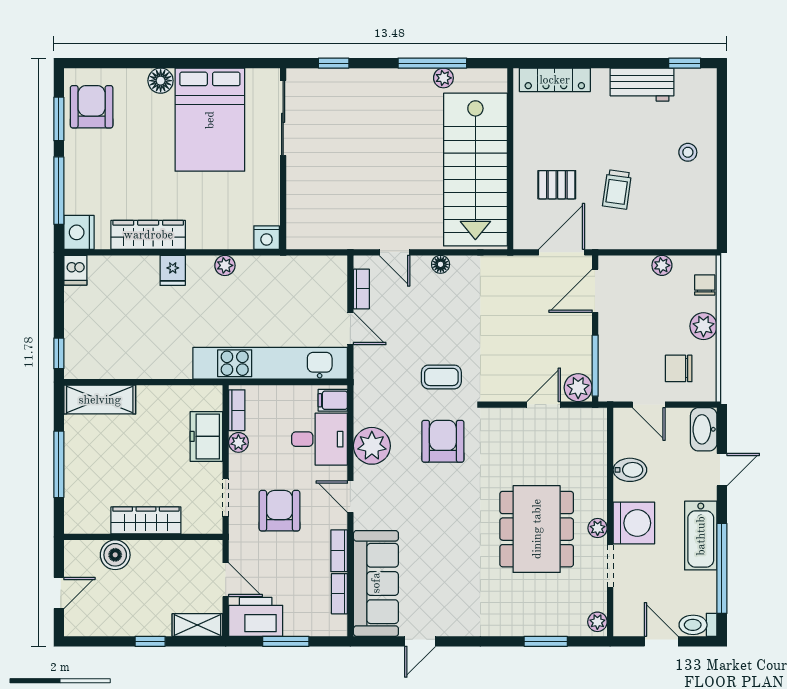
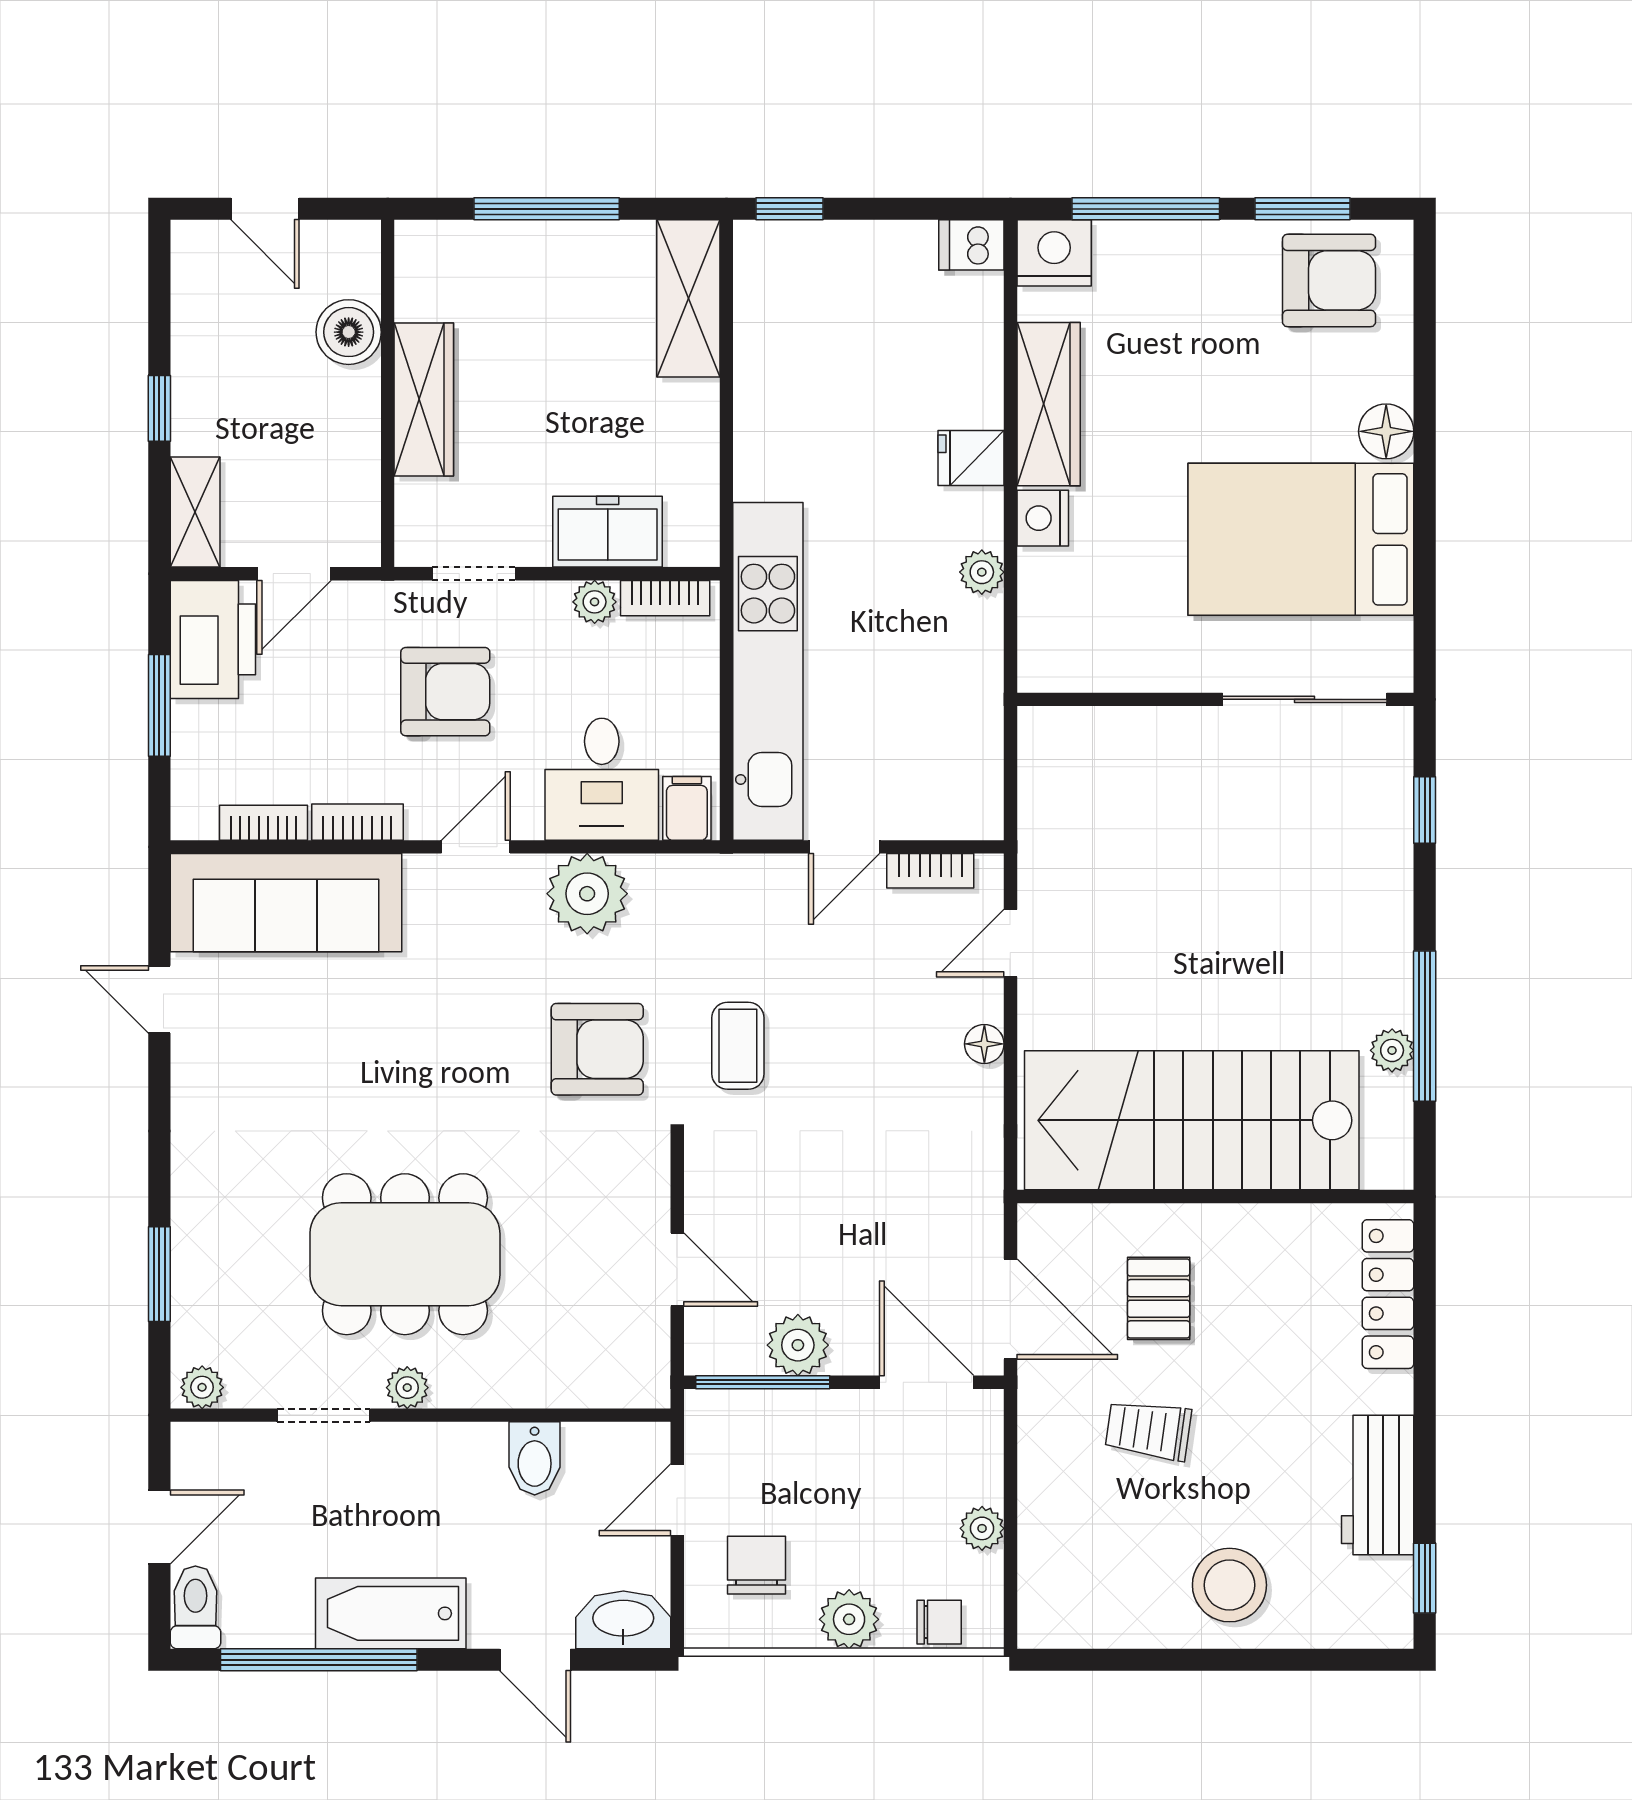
stool: (688, 152) -> (1229, 1585), width x1.89, depth x1.89
nightstand: (267, 238) -> (1043, 518), moved
plant: (578, 388) -> (798, 1345), moved
washing machine: (634, 523) -> (418, 1467), removed

